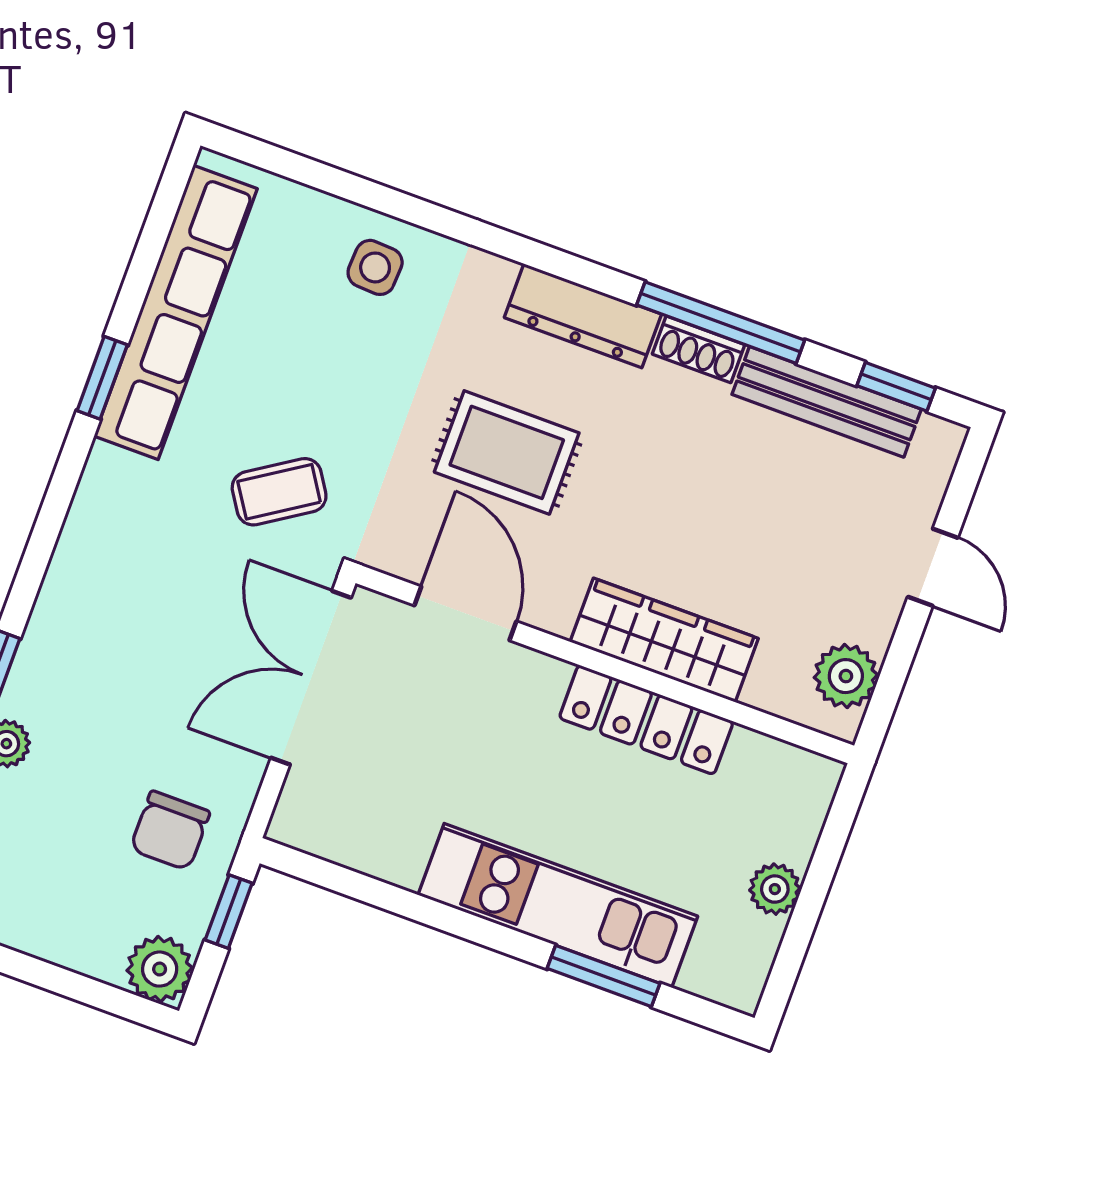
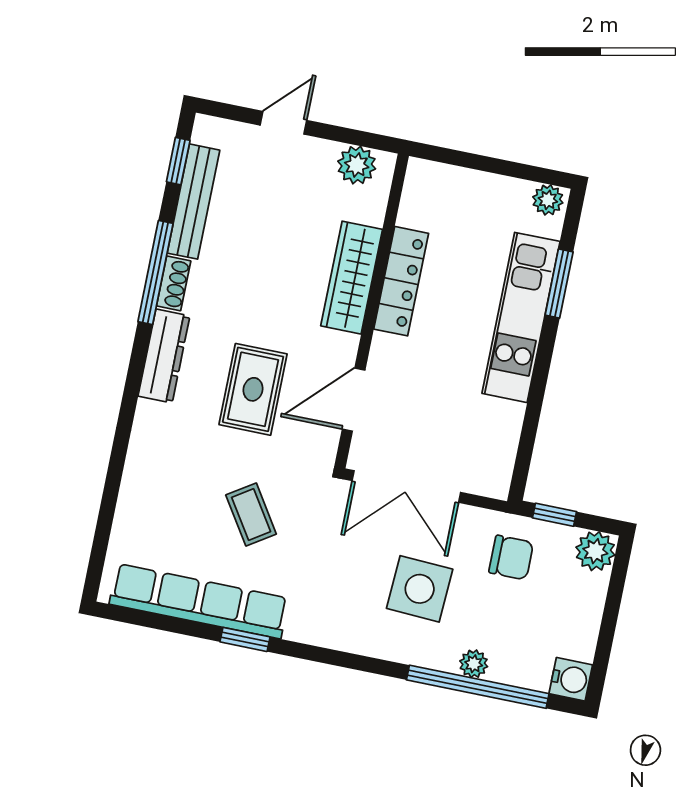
side table: (375, 267) -> (420, 589), moved, width x1.87, depth x1.87
coffee table: (279, 492) -> (251, 514), moved
plant: (775, 889) -> (548, 200), moved

